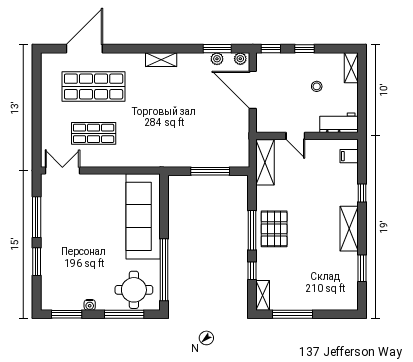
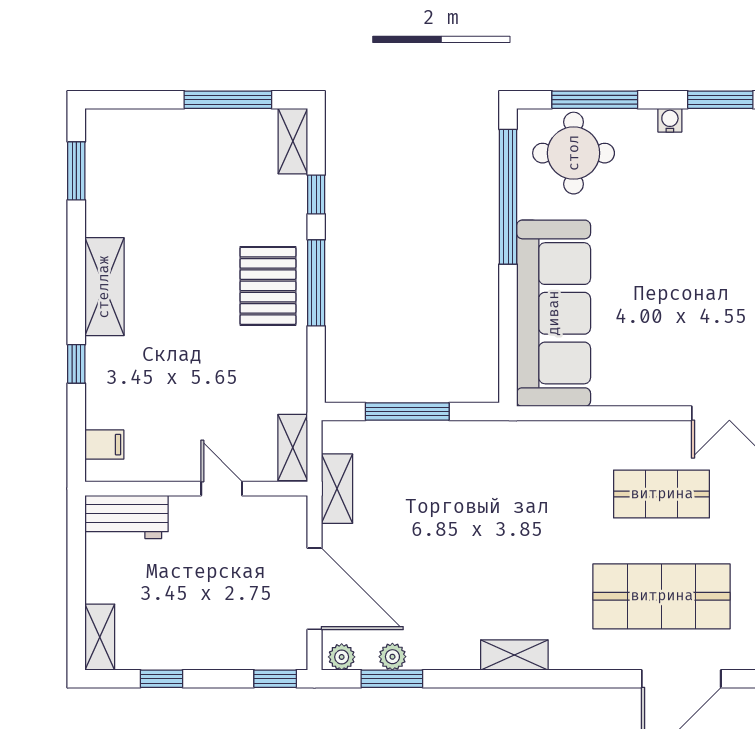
window: (305, 49) -> (161, 679), moved
stool: (317, 86) -> (175, 597), removed
shelving: (242, 136) -> (337, 489), added
shelving: (265, 162) -> (293, 447), width x0.67, depth x0.75
window: (362, 268) -> (76, 171), moved

